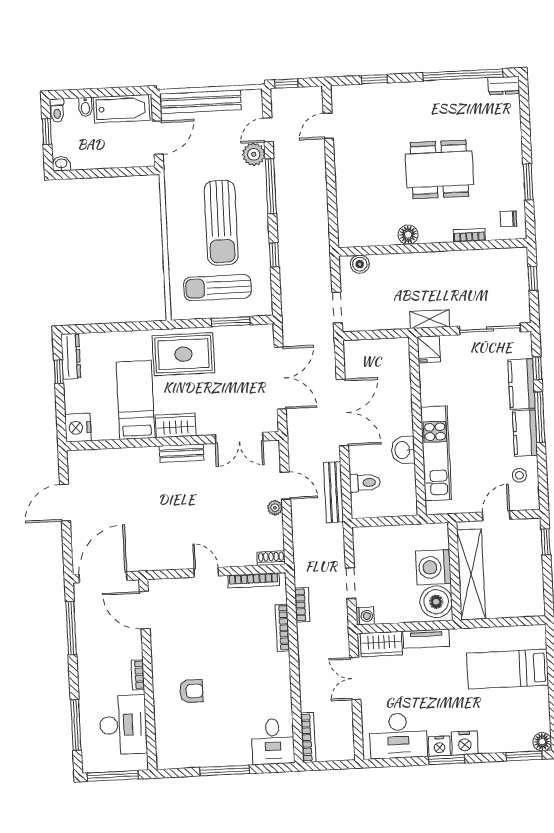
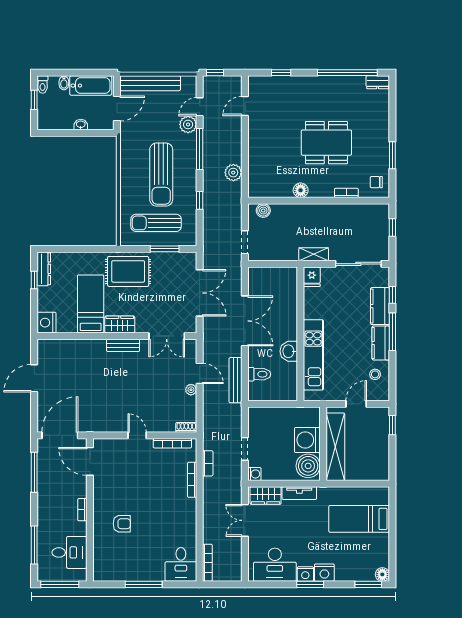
washbasin: (61, 164) -> (81, 125), moved
plant: (317, 215) -> (233, 173), added
desk: (123, 725) -> (69, 552), width x0.73

